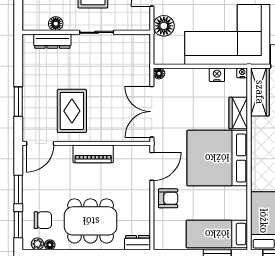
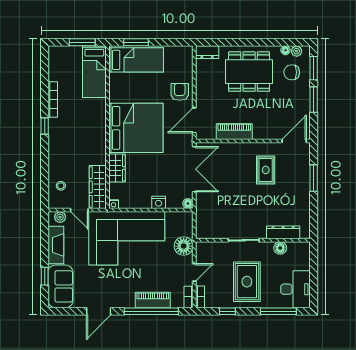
nightstand: (217, 75) -> (159, 202), moved
rug: (72, 111) -> (266, 170), width x0.73, depth x0.70
piano: (93, 154) -> (234, 132), moved
armchair: (168, 198) -> (180, 92), turned 90

